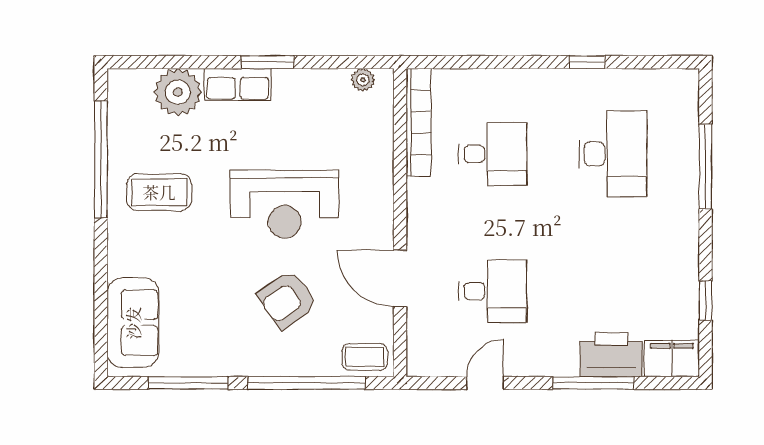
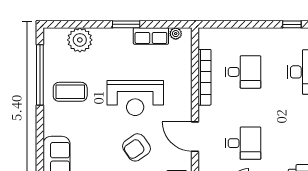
row of seats: (238, 84) -> (151, 36), moved
bookcase: (418, 122) -> (205, 77), moved

